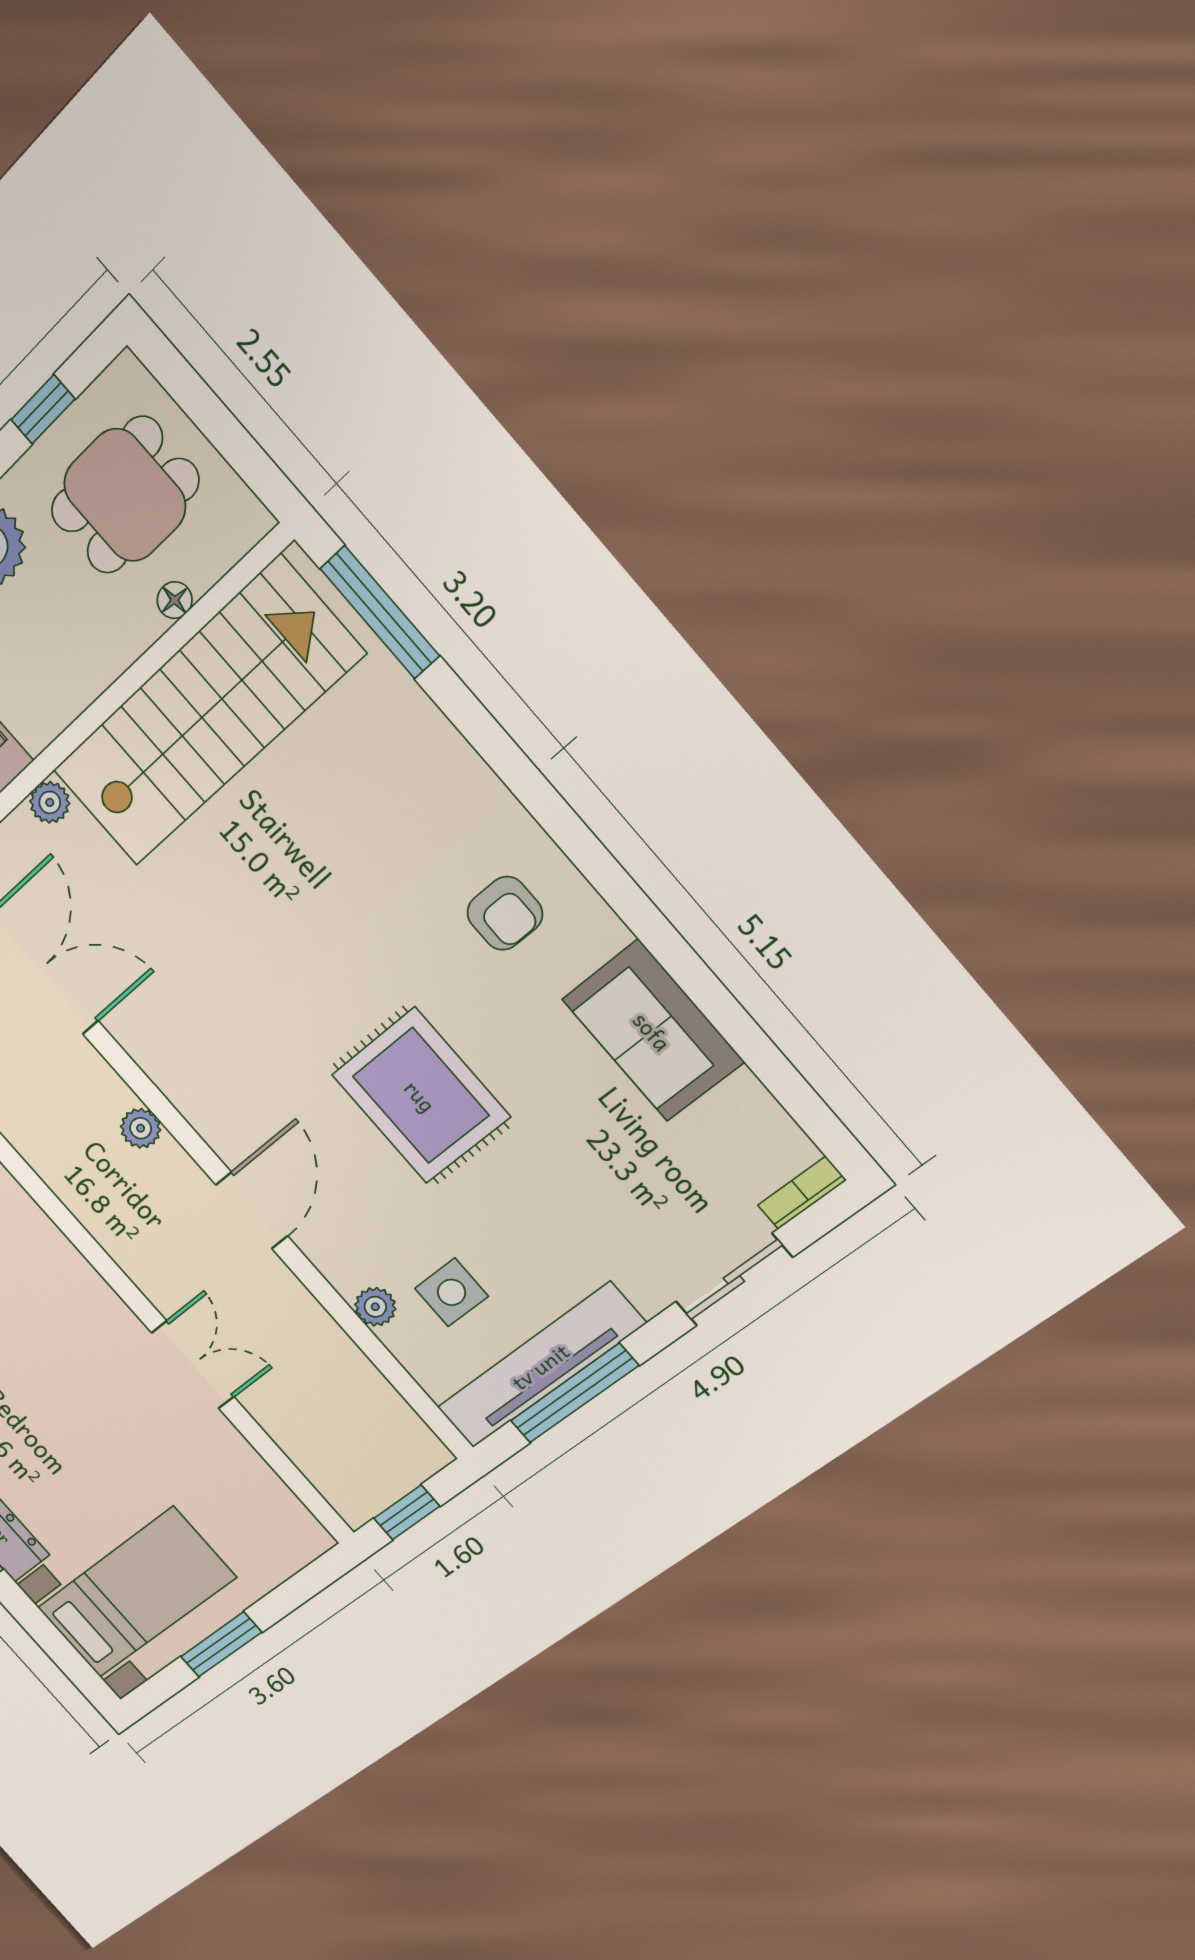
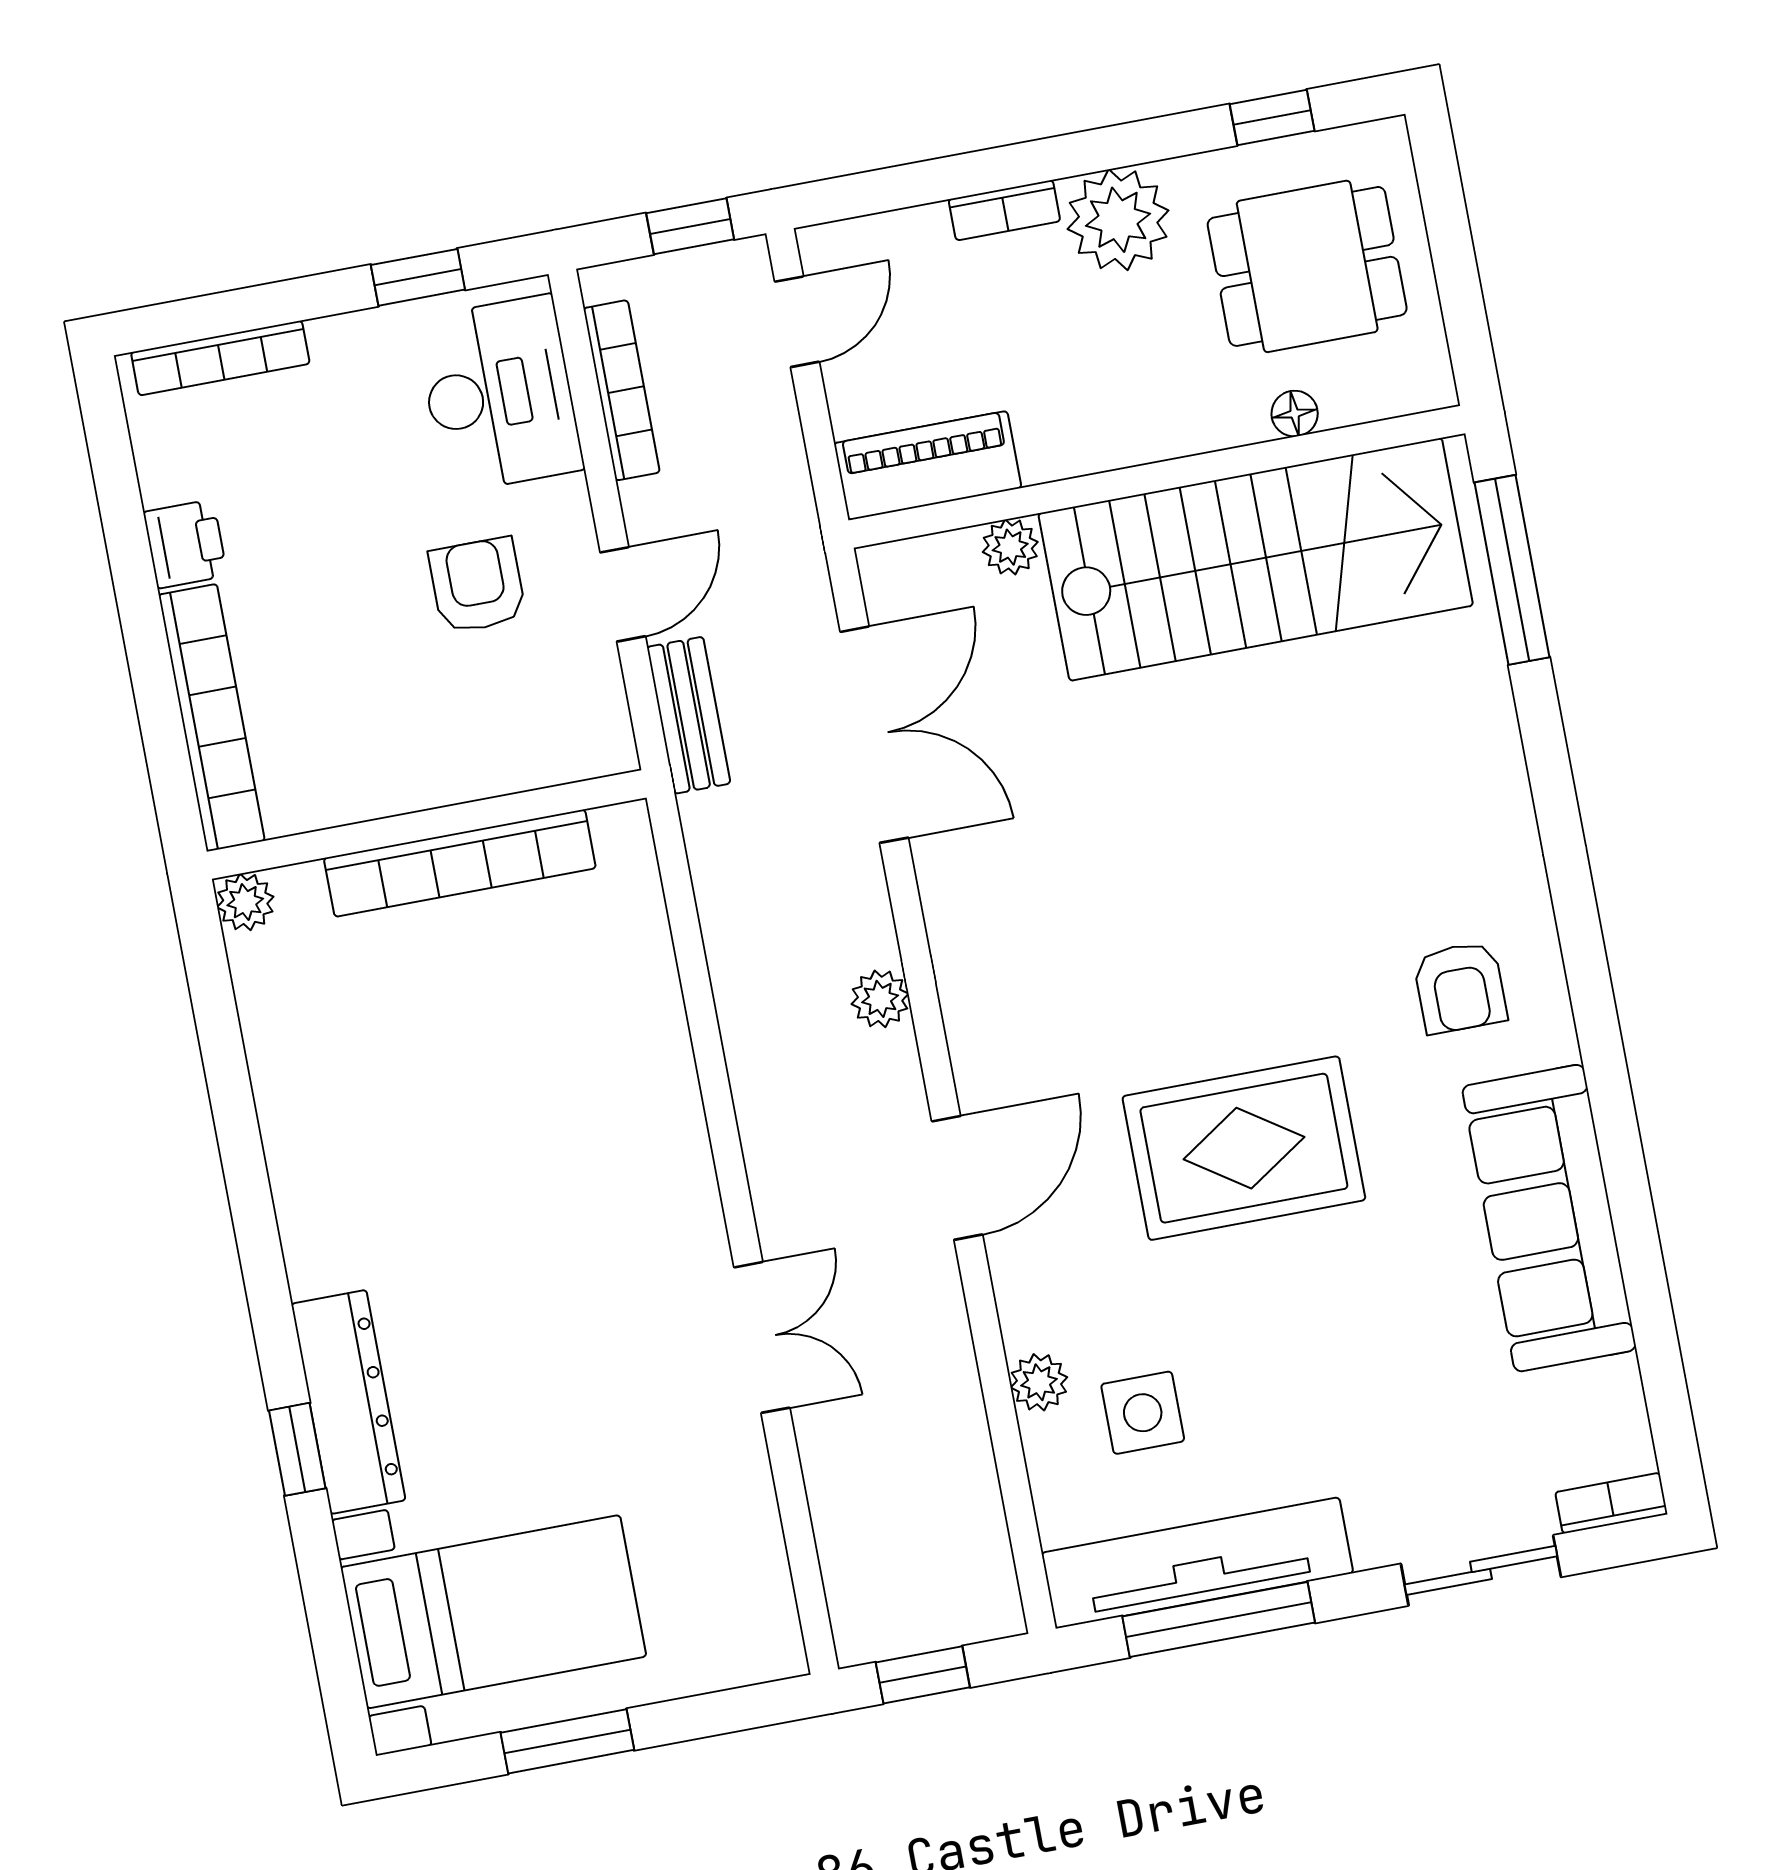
sofa: (653, 1031) -> (1549, 1218), width x1.36
rug: (421, 1096) -> (1244, 1148), turned 90

